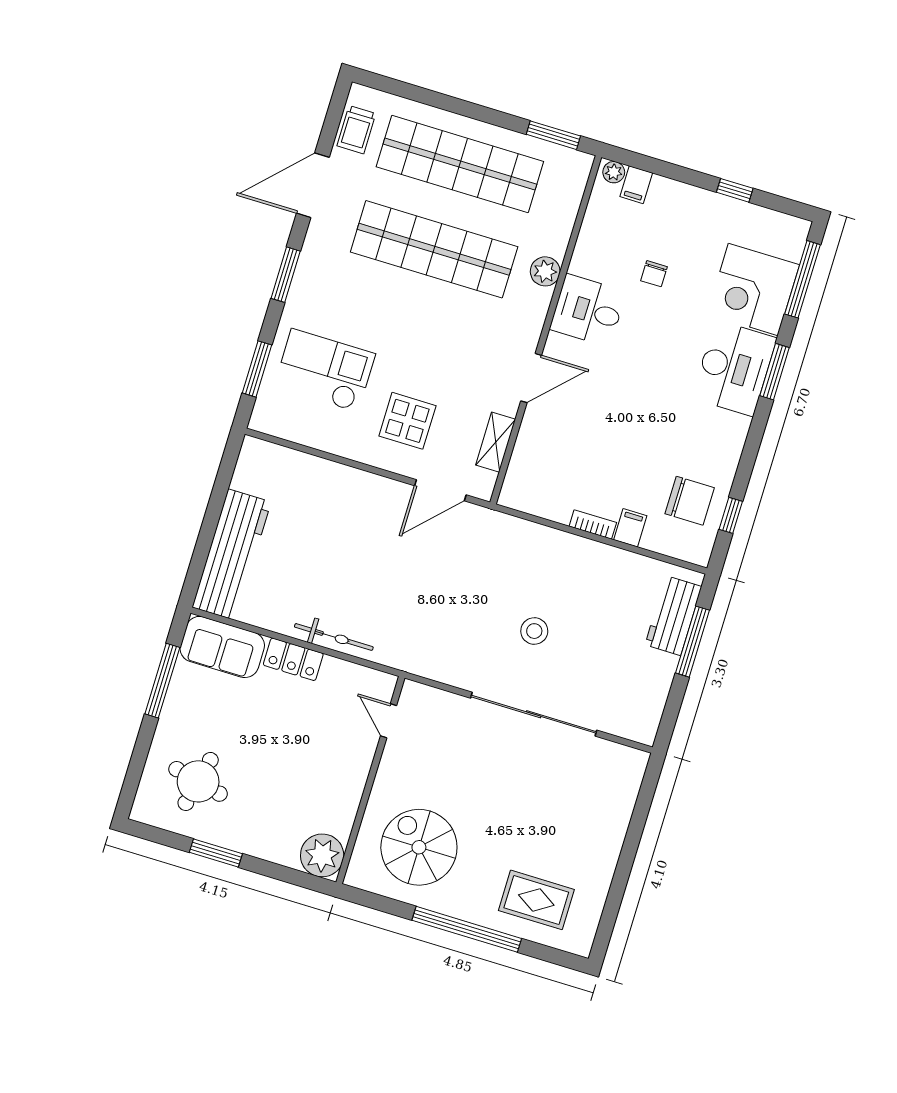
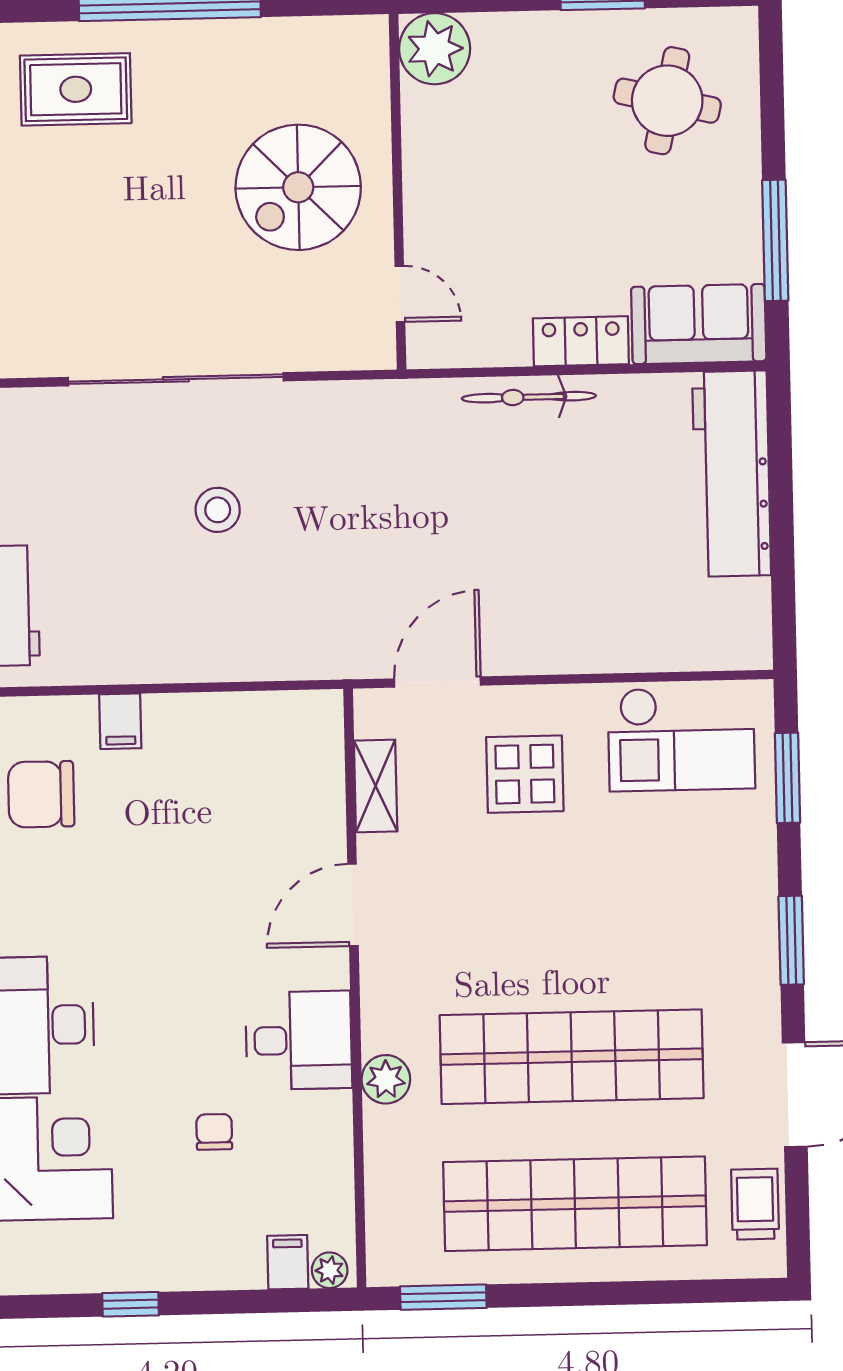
checkout: (325, 370) -> (681, 739), moved
bookcase: (593, 524) -> (181, 707), removed
spiral stairs: (419, 847) -> (298, 187), moved, turned 90

